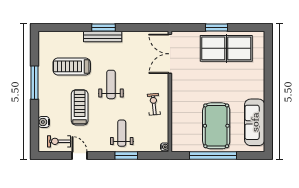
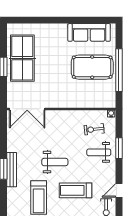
weight bench: (111, 84) -> (55, 162), turned 180
exercise bike: (154, 104) -> (94, 129), moved

